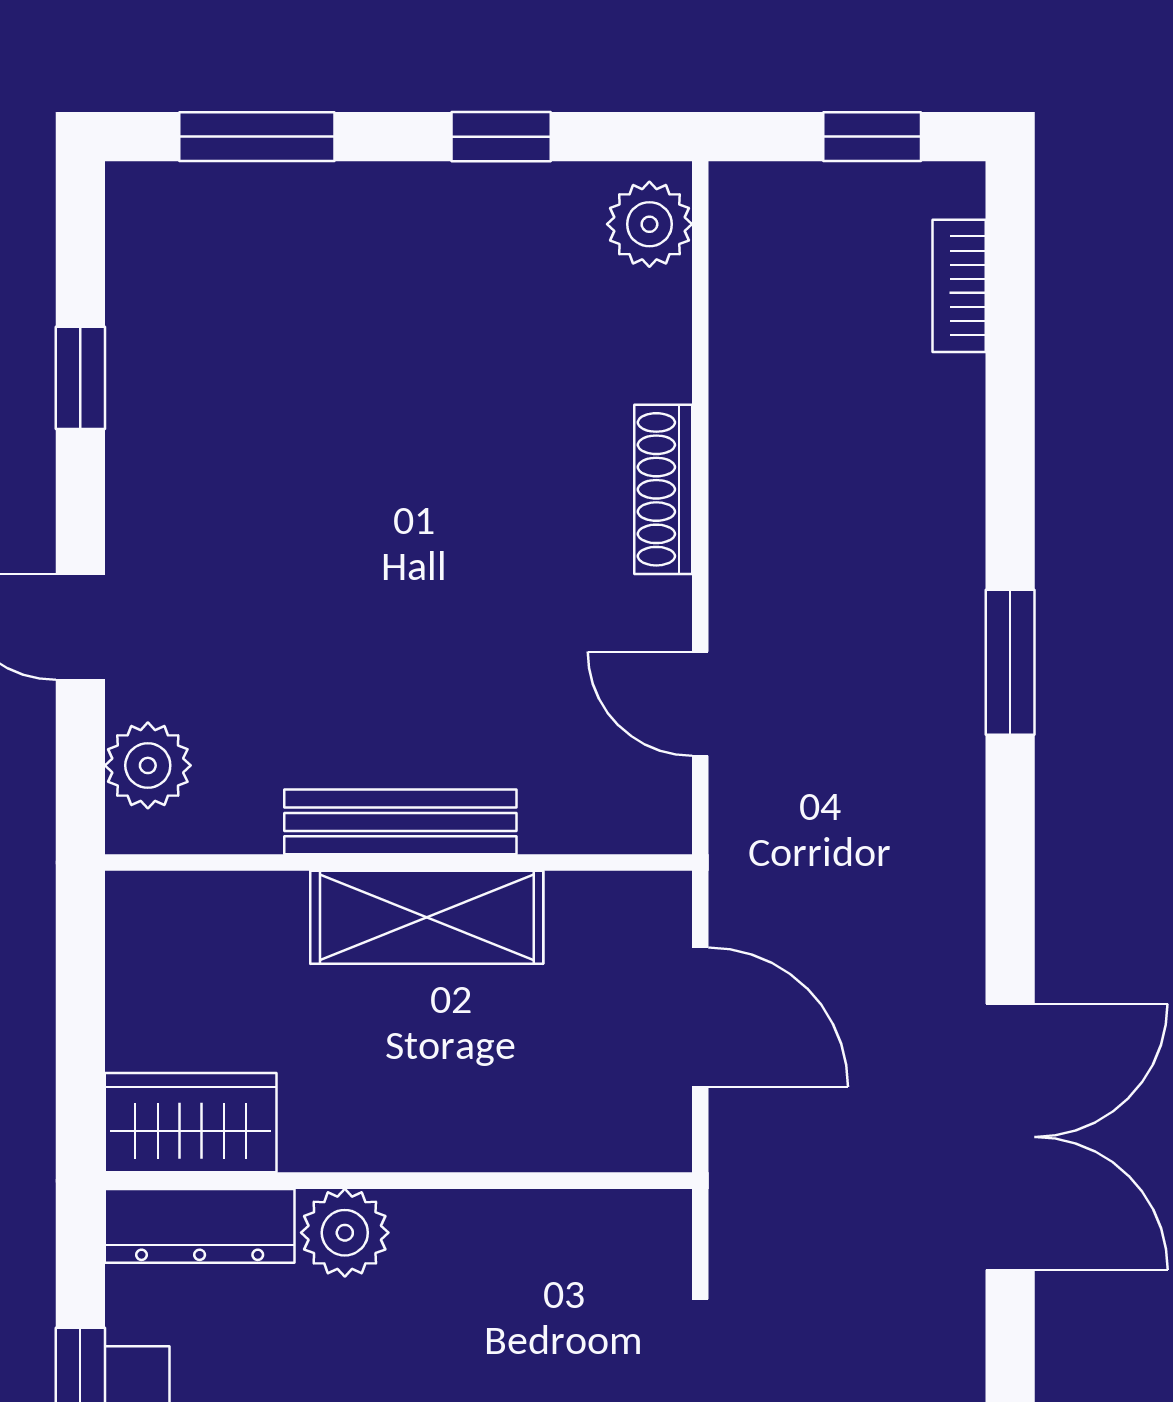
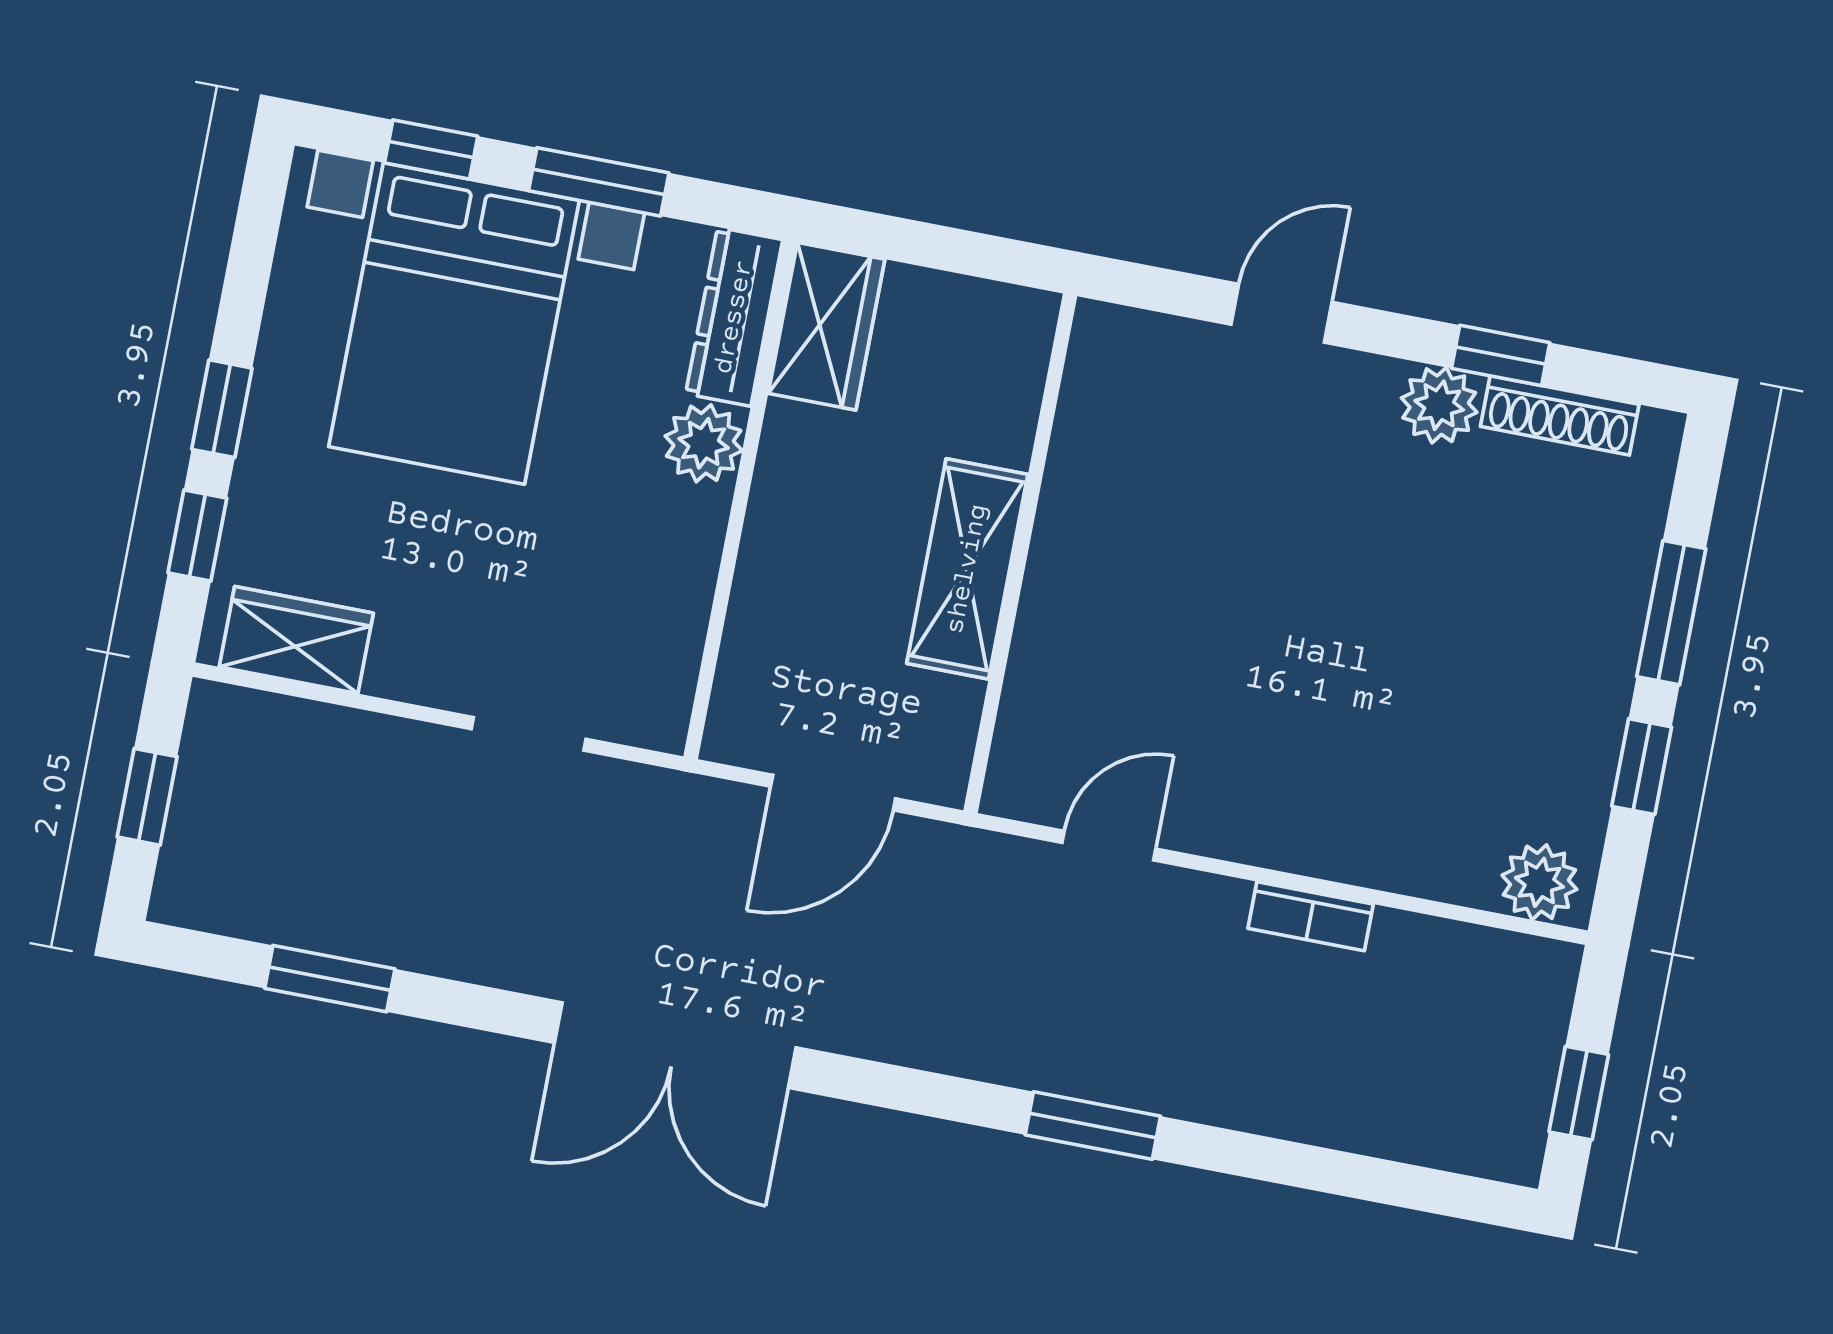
window: (257, 137) -> (1671, 613), moved
bookcase: (959, 286) -> (1311, 916), moved, turned 180
shoe rack: (663, 489) -> (1560, 415), moved, turned 180
plant: (148, 765) -> (1439, 405), moved
bench: (400, 822) -> (1056, 562), removed

